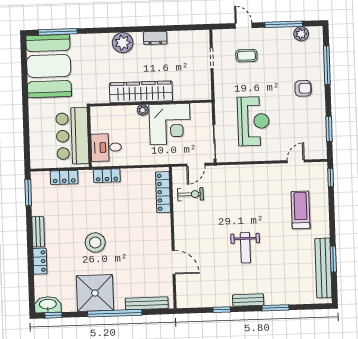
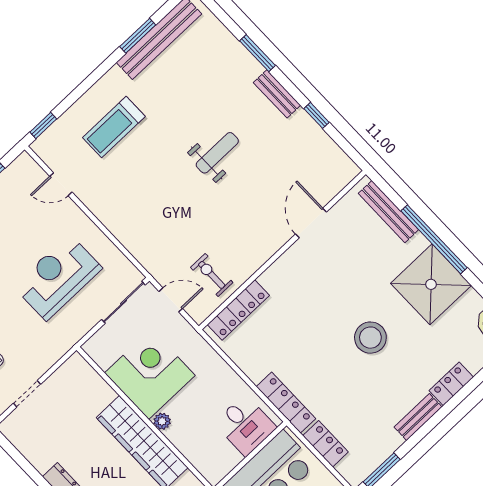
locker: (107, 176) -> (286, 403), width x1.53

